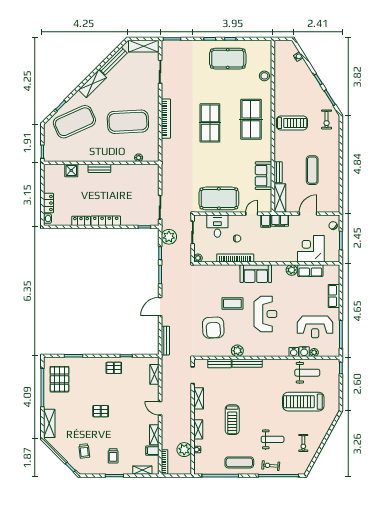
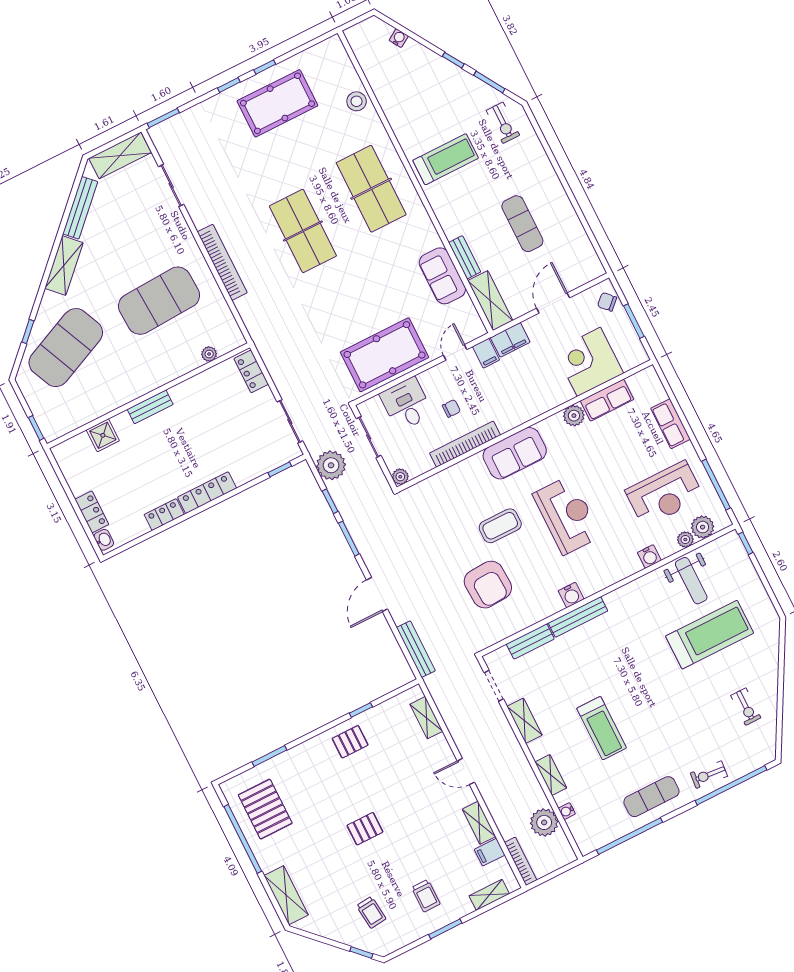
locker: (154, 175) -> (251, 371), added
plant: (237, 351) -> (703, 527), moved
water cooler: (304, 352) -> (571, 595), moved
weight bench: (307, 373) -> (691, 581), turned 90
treadmill: (303, 402) -> (710, 635), turned 180
weight bench: (273, 439) -> (689, 727), removed

